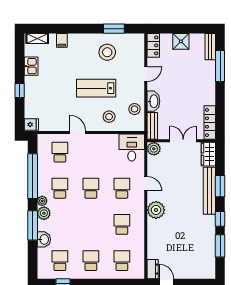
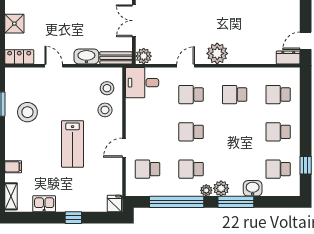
lab bench: (96, 88) -> (73, 144), moved
stool: (134, 109) -> (107, 88), moved

